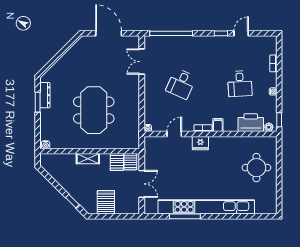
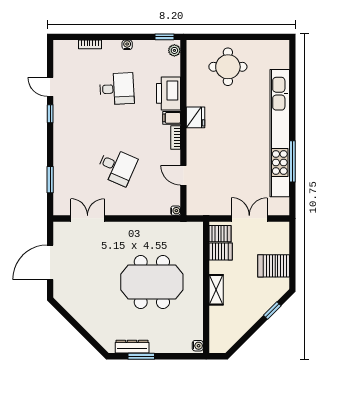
window: (171, 33) -> (50, 180), width x0.47
double door: (142, 62) -> (88, 218), swing flipped
printer: (251, 123) -> (168, 93), moved
fridge: (200, 143) -> (196, 117), moved

